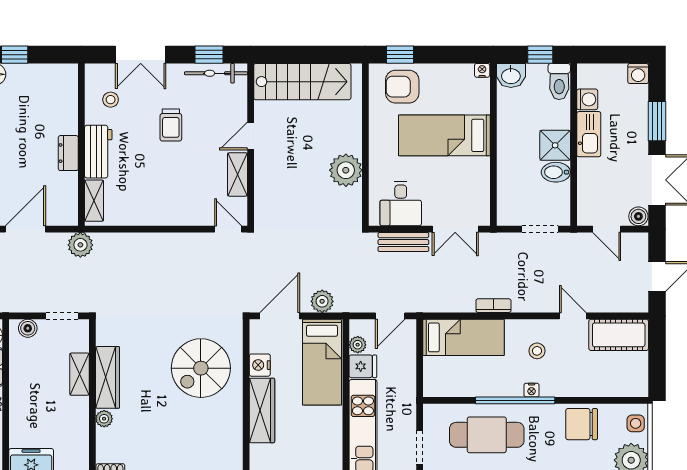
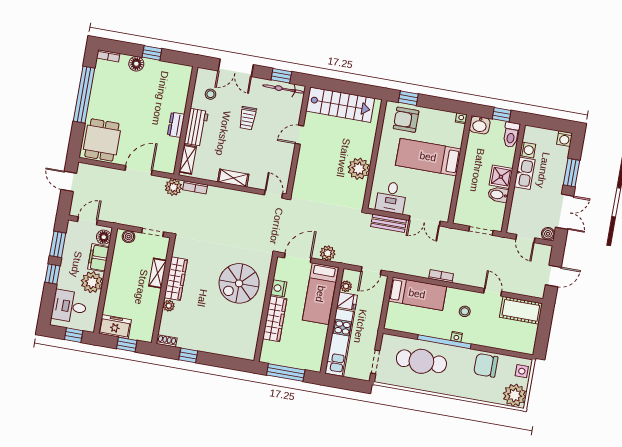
shelving: (237, 174) -> (233, 178), moved, turned 90
bookcase: (112, 239) -> (195, 187), added

